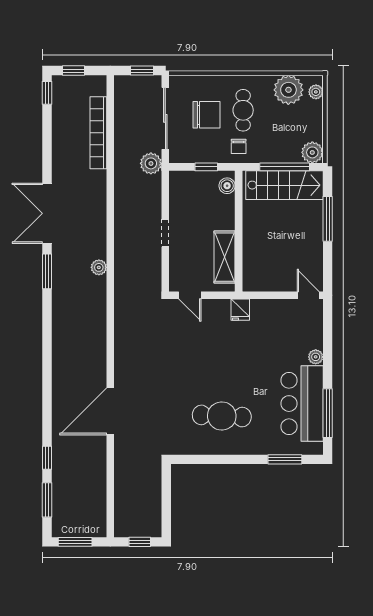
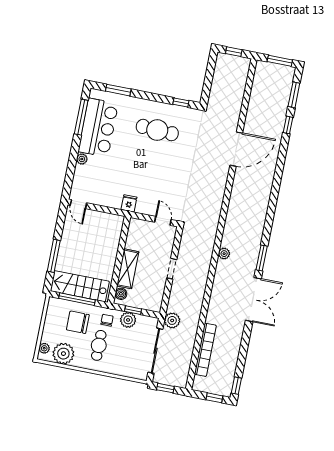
chair: (207, 115) -> (78, 322), moved
plant: (312, 152) -> (128, 320), moved
shelving: (225, 257) -> (128, 269), moved
window: (197, 459) -> (181, 102), added

